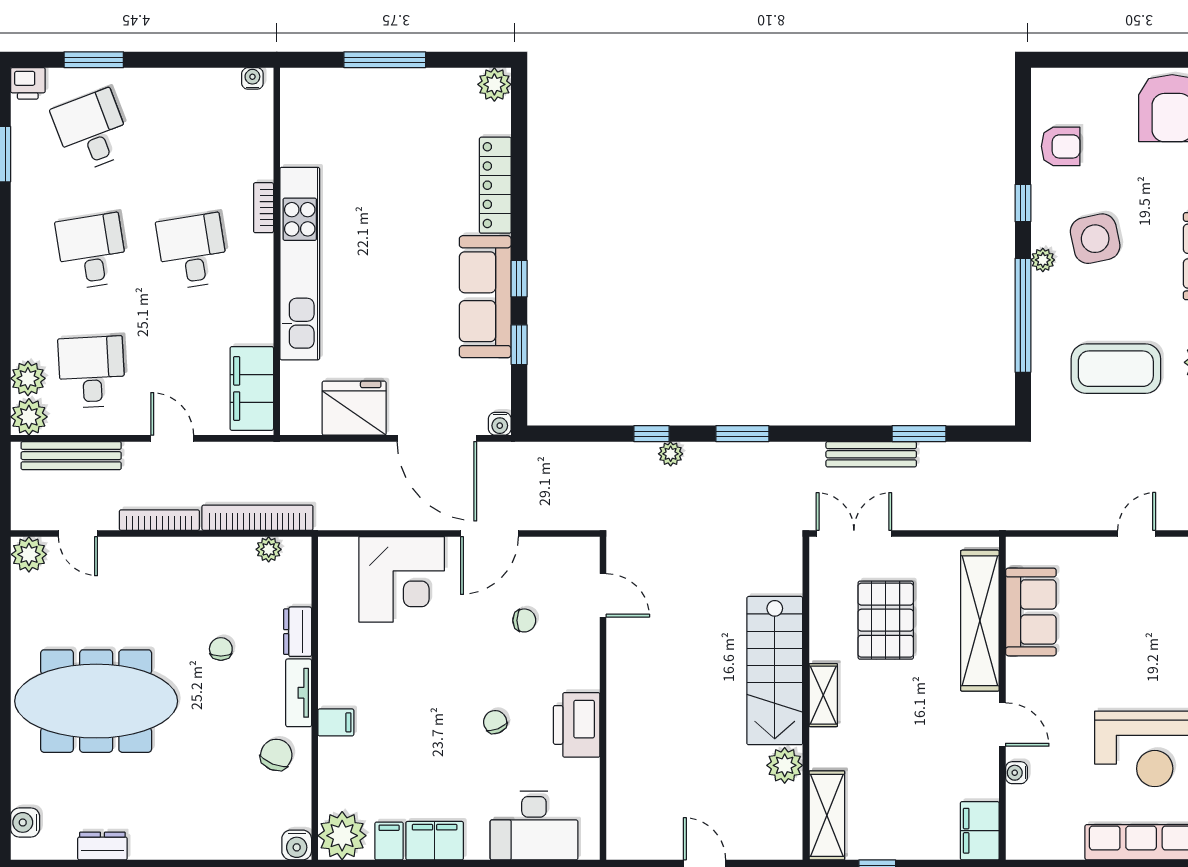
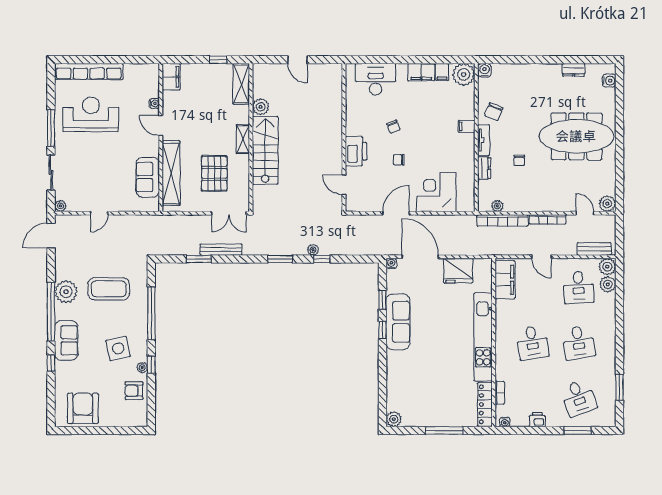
printer: (28, 83) -> (537, 420), moved
locker: (495, 185) -> (485, 404), moved, turned 180
bookcase: (264, 208) -> (500, 393), moved
plant: (1043, 260) -> (142, 368), moved
bench: (71, 456) -> (594, 249), width x0.73
chair: (524, 620) -> (399, 160), moved
printer: (577, 725) -> (356, 151), moved

